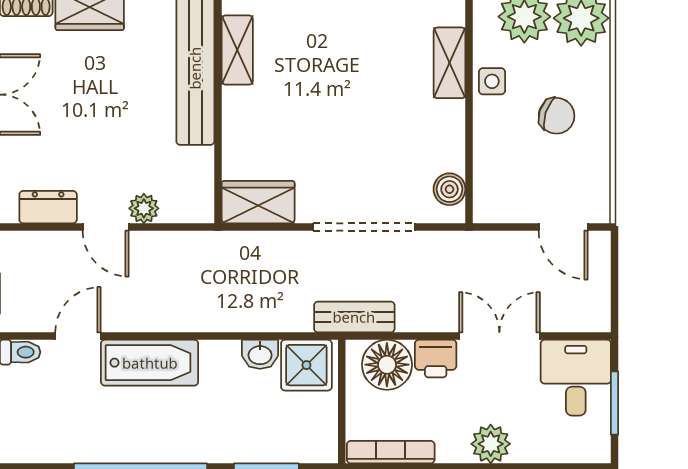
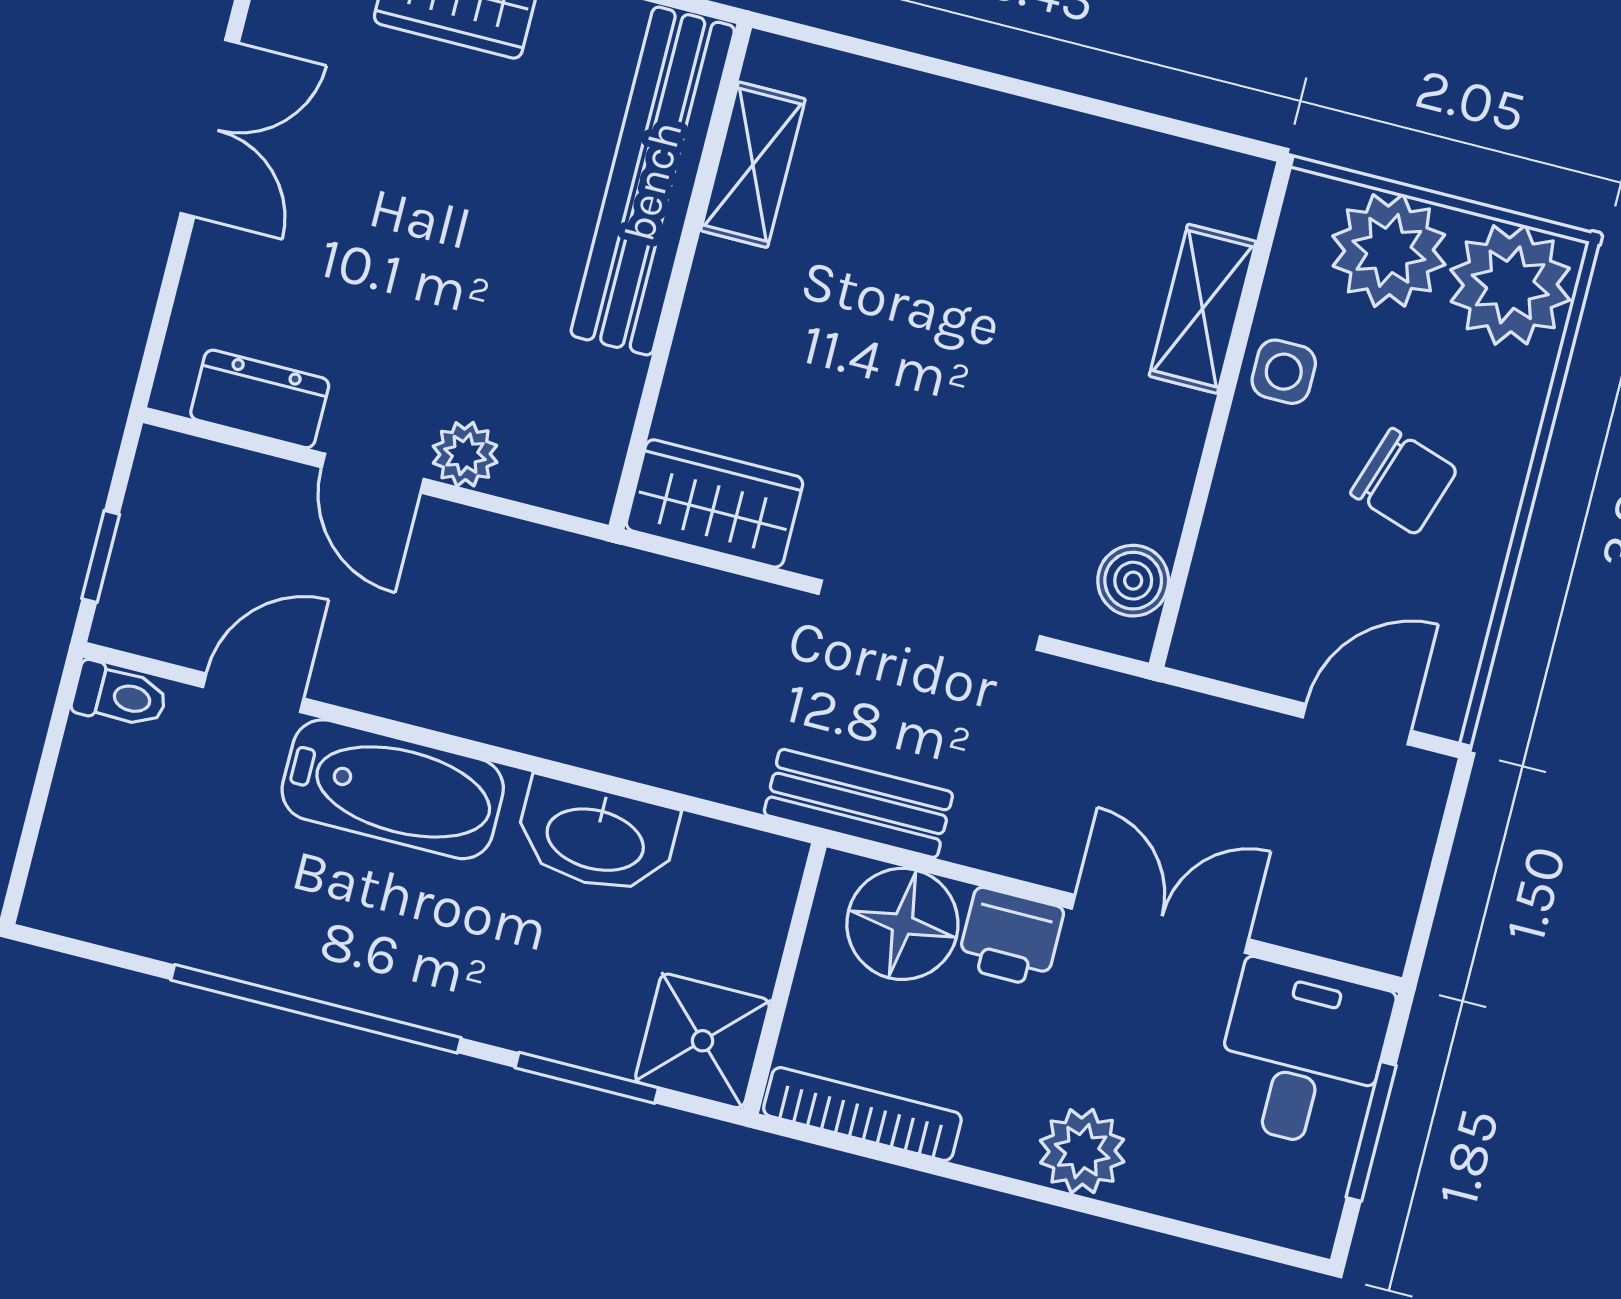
door: (563, 227) -> (1357, 724), swing flipped
washbasin: (260, 354) -> (596, 837), width x1.91, depth x1.45
shower: (306, 365) -> (702, 1041), moved

